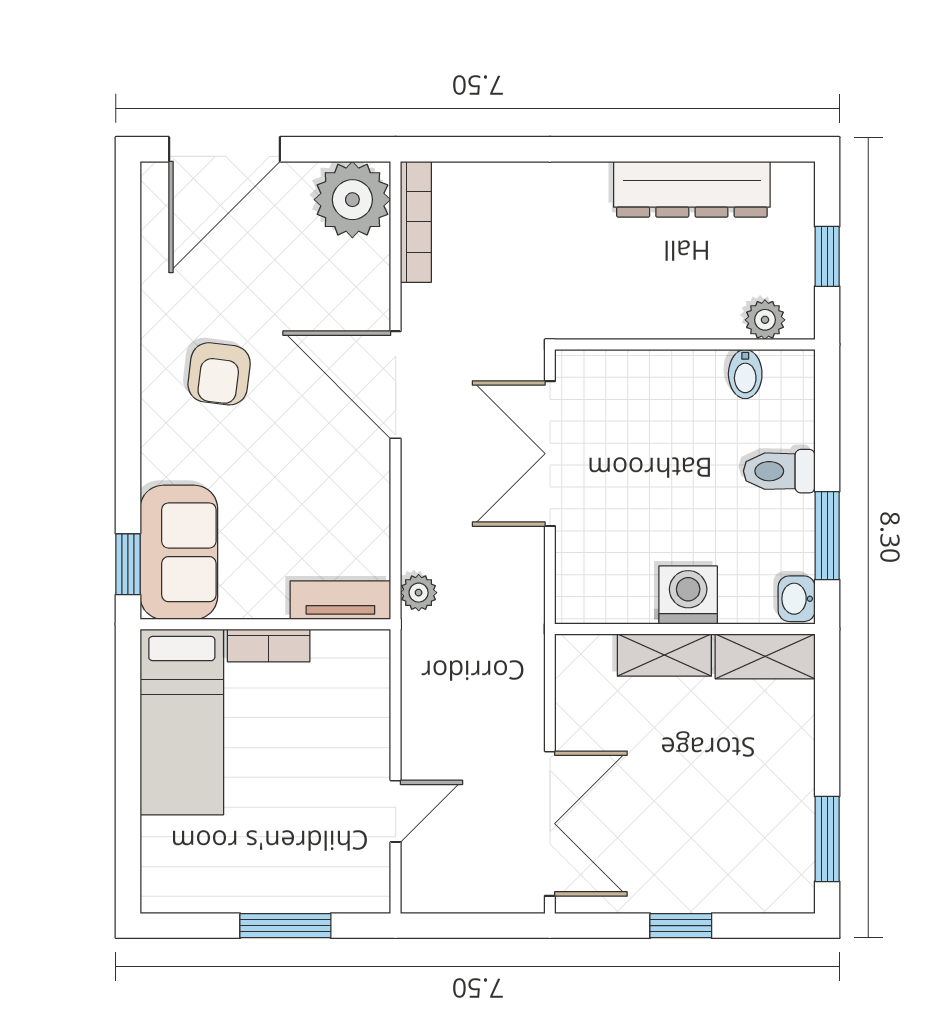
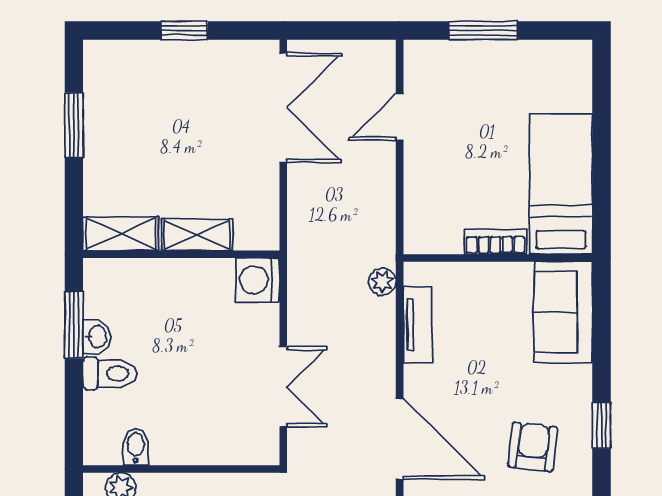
double door: (550, 454) -> (283, 387), width x0.73
window: (128, 564) -> (602, 425), moved
washing machine: (688, 595) -> (258, 280), moved, turned 90
washbasin: (797, 599) -> (97, 337), moved
tv unit: (340, 600) -> (418, 325), moved, turned -90
double door: (550, 824) -> (283, 107), swing flipped
window: (827, 839) -> (74, 125), moved

